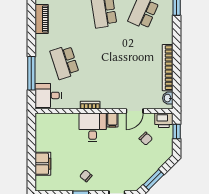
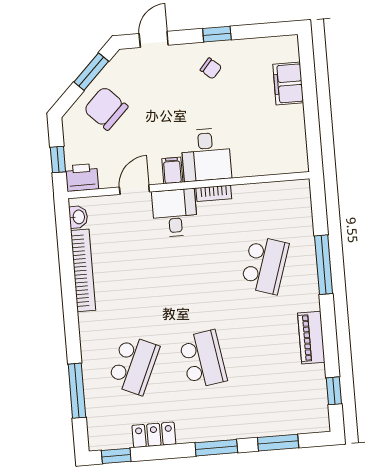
school desk: (65, 62) -> (265, 265), turned 36
window: (31, 73) -> (324, 265), moved
desk: (48, 95) -> (175, 213), moved, turned -90
chair: (146, 139) -> (106, 108), moved, width x1.87, depth x1.87

